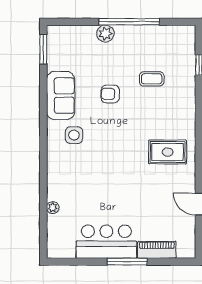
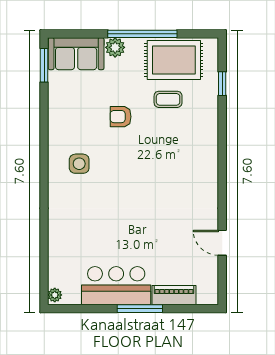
sofa: (61, 96) -> (76, 54), moved, turned 90
rug: (168, 152) -> (174, 60), moved, width x1.36, depth x1.43
plant: (53, 208) -> (55, 295), moved

